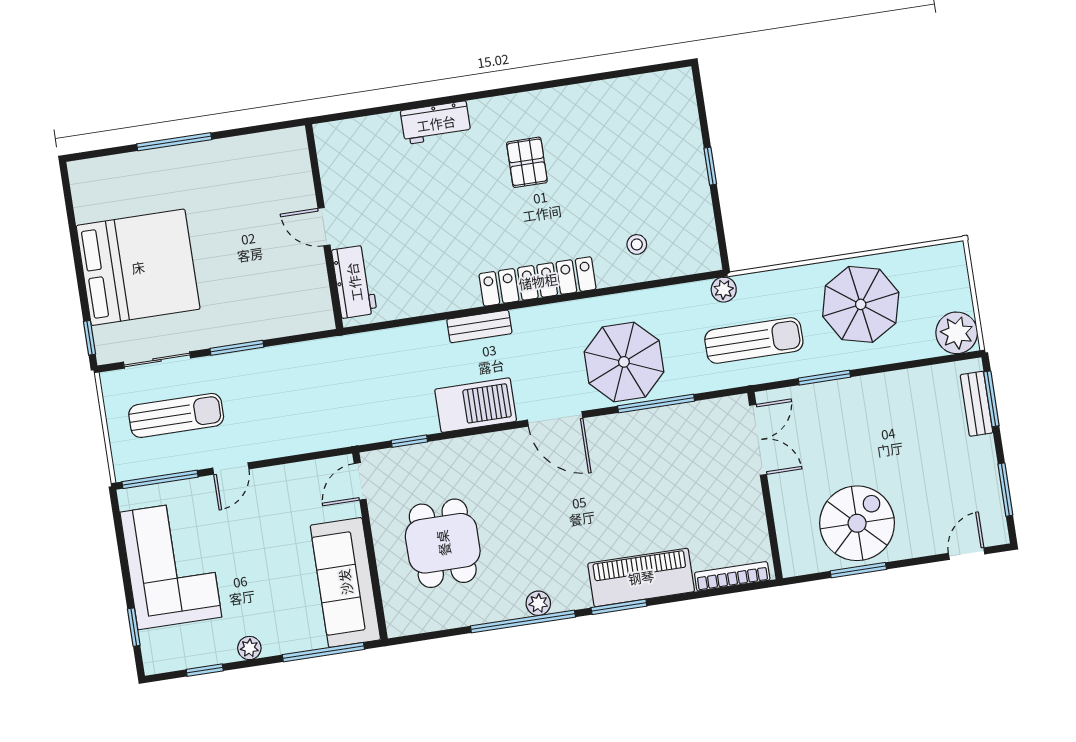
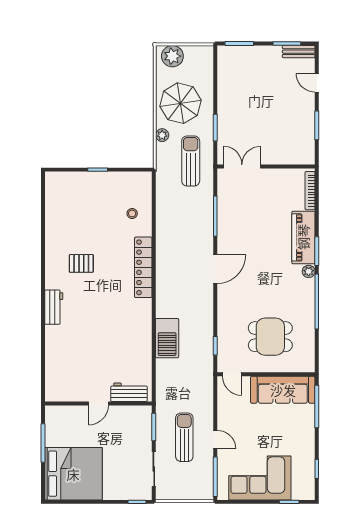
door: (324, 227) -> (98, 403), moved
wall: (324, 227) -> (98, 403), moved
bed: (138, 267) -> (73, 474), moved, turned 90
workbench: (354, 282) -> (129, 392), moved
plant: (724, 290) -> (162, 135), moved
bench: (479, 326) -> (162, 301), removed
plant: (957, 333) -> (172, 56), moved
parasol: (624, 362) -> (191, 229), removed
bench: (977, 404) -> (299, 52), moved
barbecue: (476, 405) -> (167, 338), moved, turned 180
sun lounger: (176, 415) -> (184, 437), moved
spiral stairs: (857, 523) -> (293, 122), removed
door: (967, 554) -> (317, 83), moved
plant: (538, 603) -> (309, 271), moved
plant: (249, 648) -> (309, 444), removed

